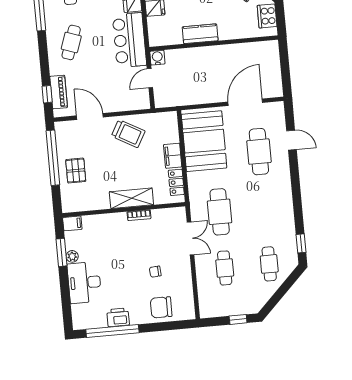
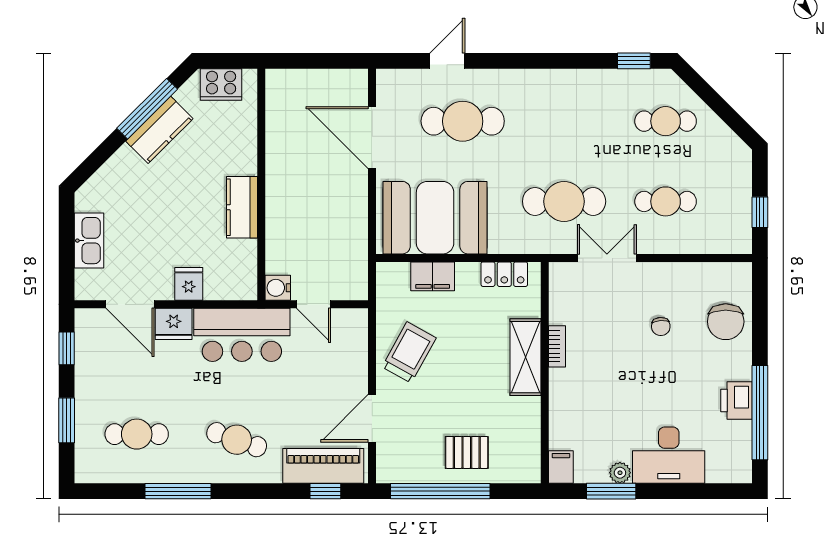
piano: (59, 92) -> (323, 466), width x1.37, depth x1.33
filing cabinet: (173, 156) -> (433, 276), moved
window: (238, 319) -> (760, 212), moved

